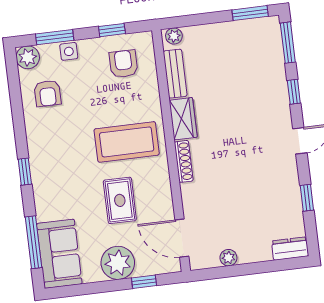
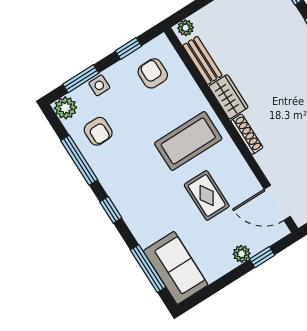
window: (17, 112) -> (79, 160), added
plant: (118, 263) -> (242, 254), width x0.53, depth x0.53

